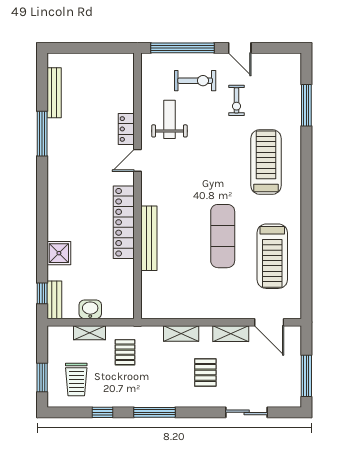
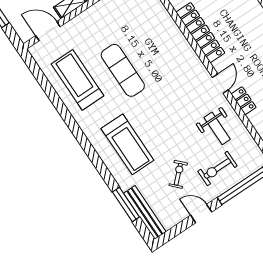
exercise bike: (237, 100) -> (178, 174), turned 46
bench: (149, 238) -> (145, 212), moved

